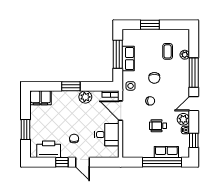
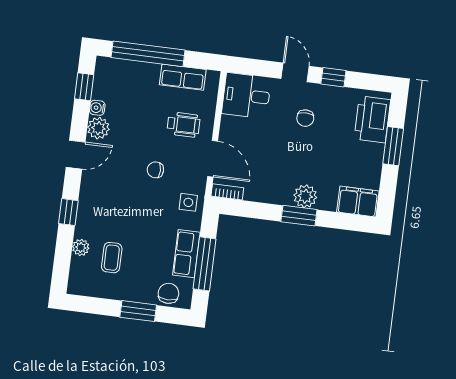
window: (194, 73) -> (68, 212), width x0.46
chair: (154, 78) -> (168, 293), moved
plant: (85, 97) -> (305, 196), moved
wheelchair: (158, 126) -> (184, 125), moved
desk: (107, 135) -> (246, 96), moved
printer: (49, 149) -> (372, 119), moved, turned 90
row of seats: (166, 152) -> (183, 77), moved

